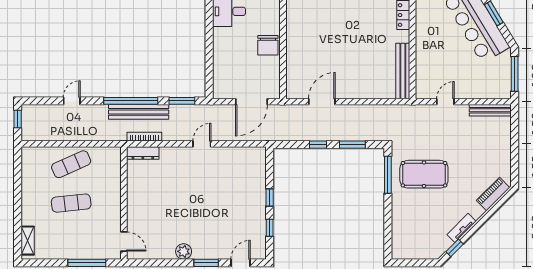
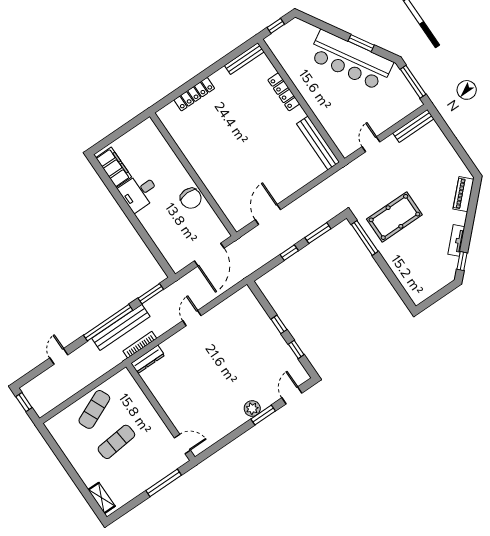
plant: (184, 251) -> (252, 409), moved

